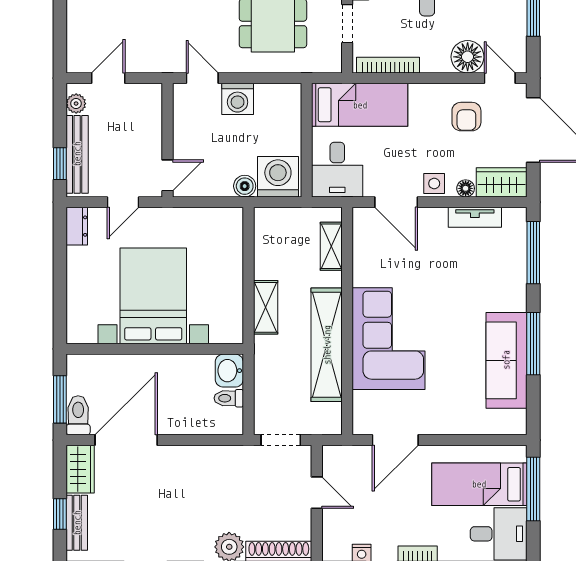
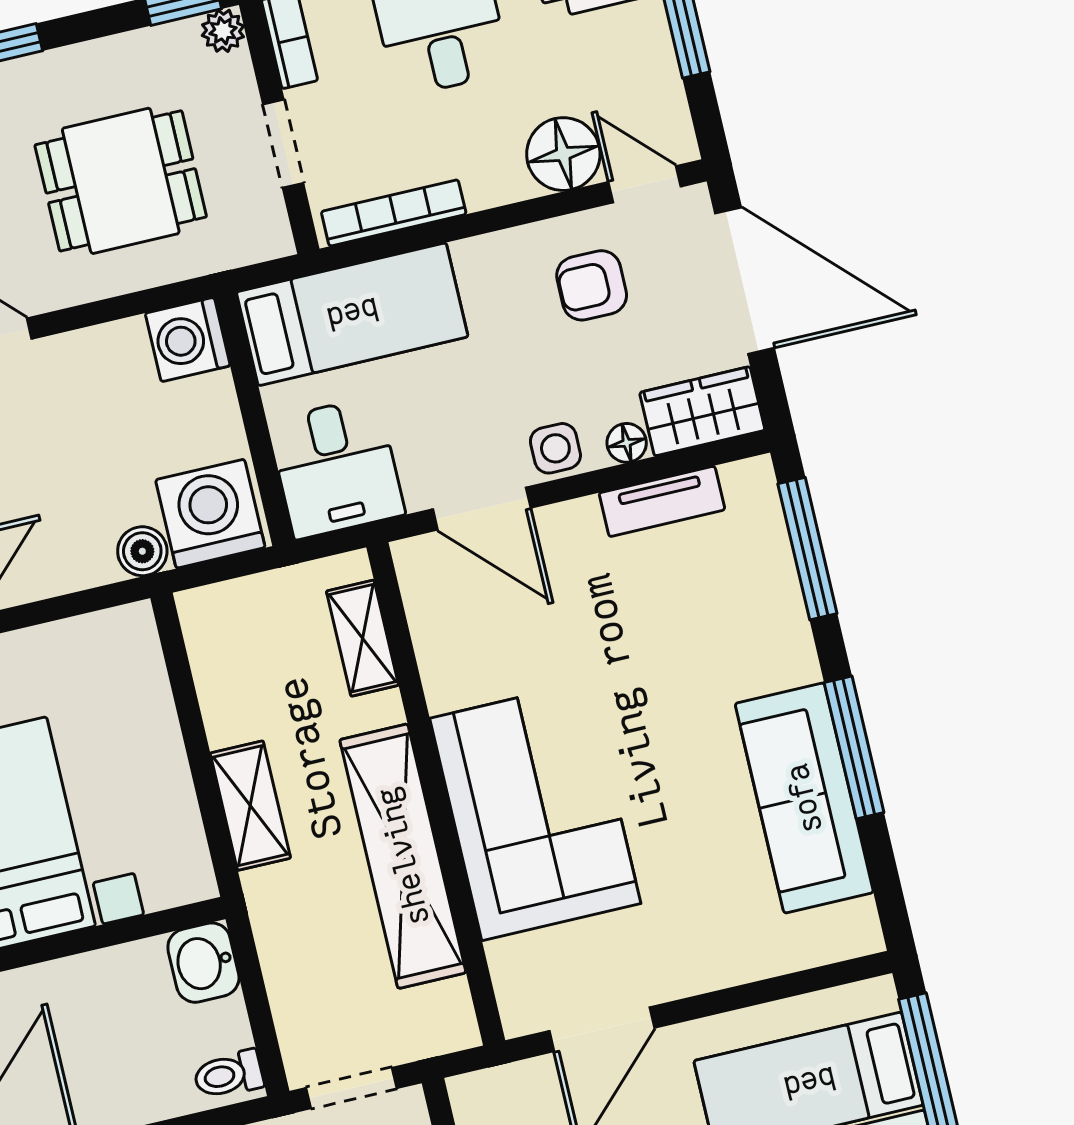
washing machine: (238, 99) -> (188, 340), moved, turned 90
armchair: (466, 117) -> (592, 285), turned 90
toilet: (229, 398) -> (228, 1075), moved

